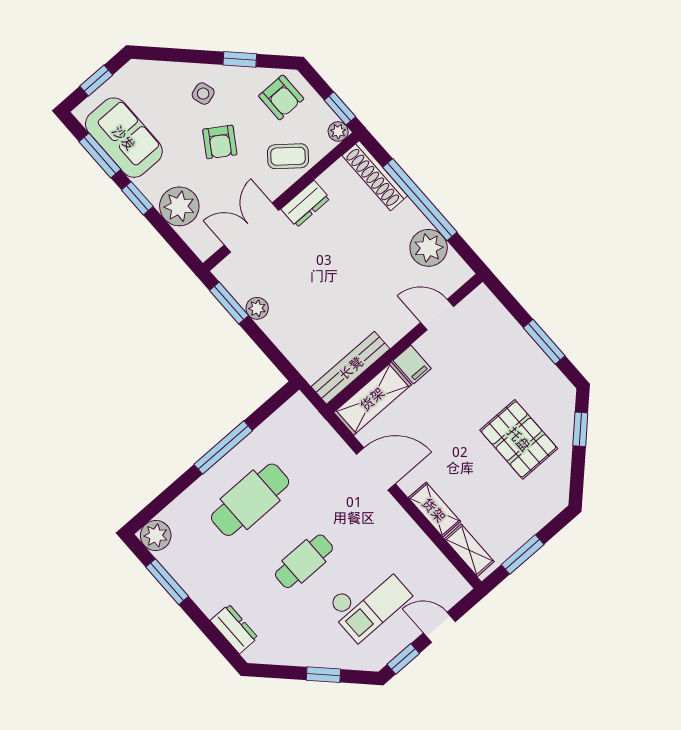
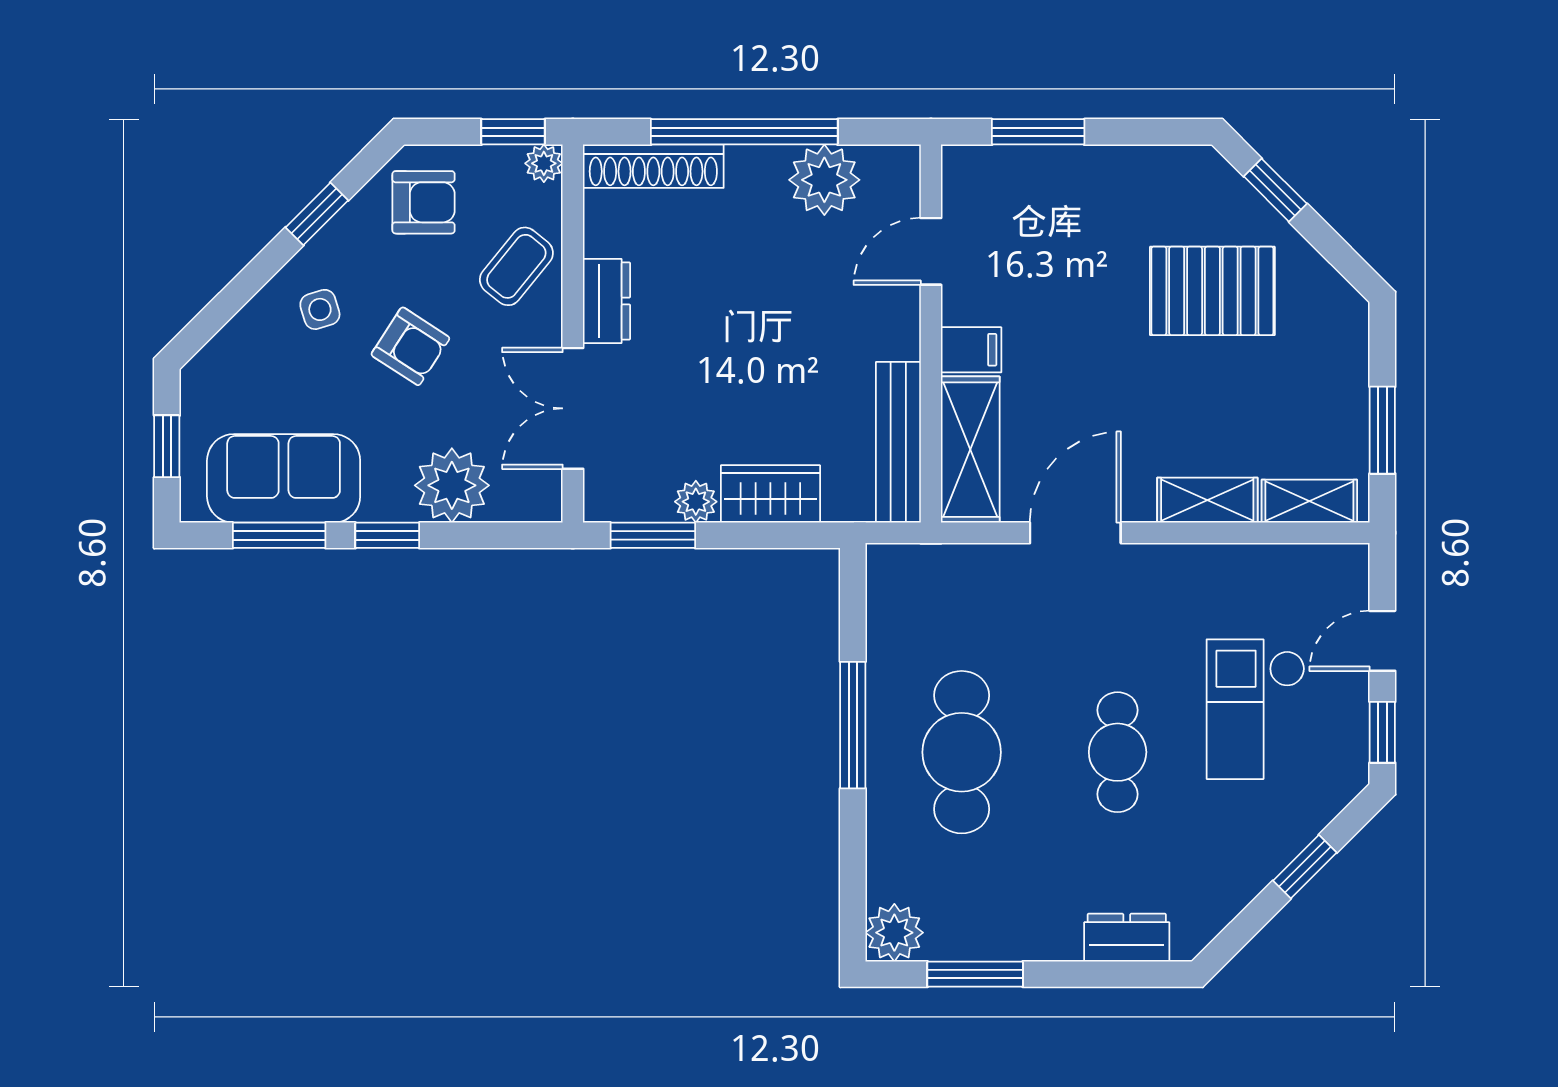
wardrobe: (286, 335) -> (770, 494), added
window: (544, 342) -> (1038, 132), moved
checkout: (369, 601) -> (1256, 709), turned 180

